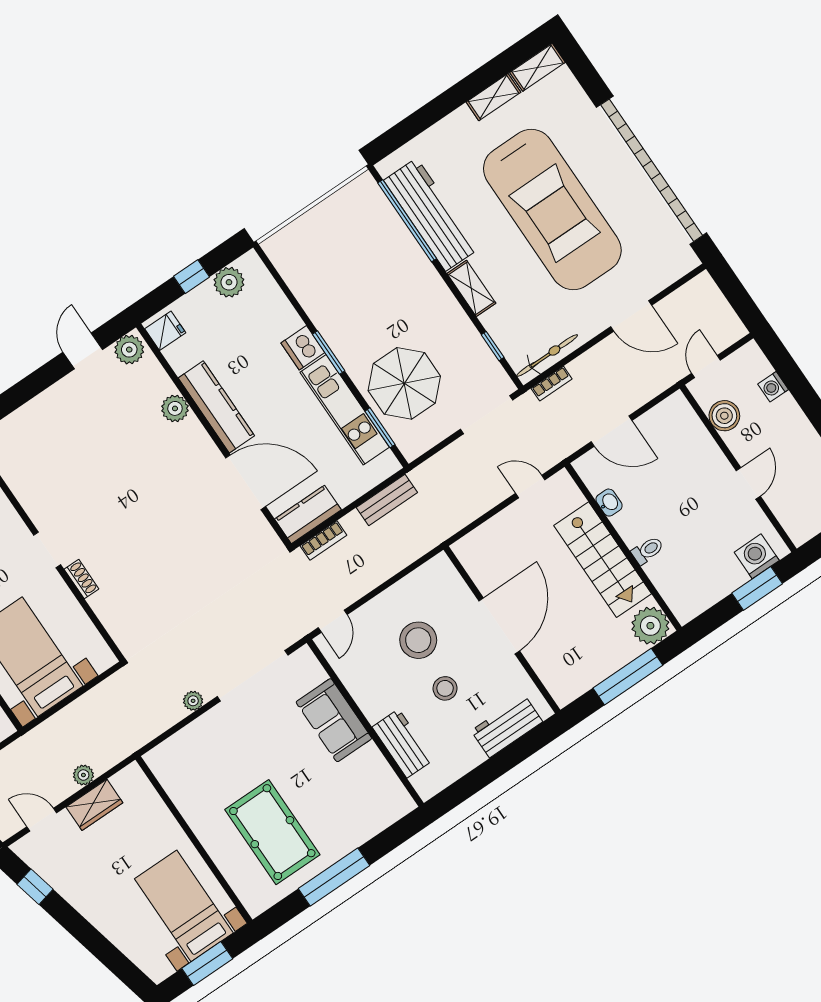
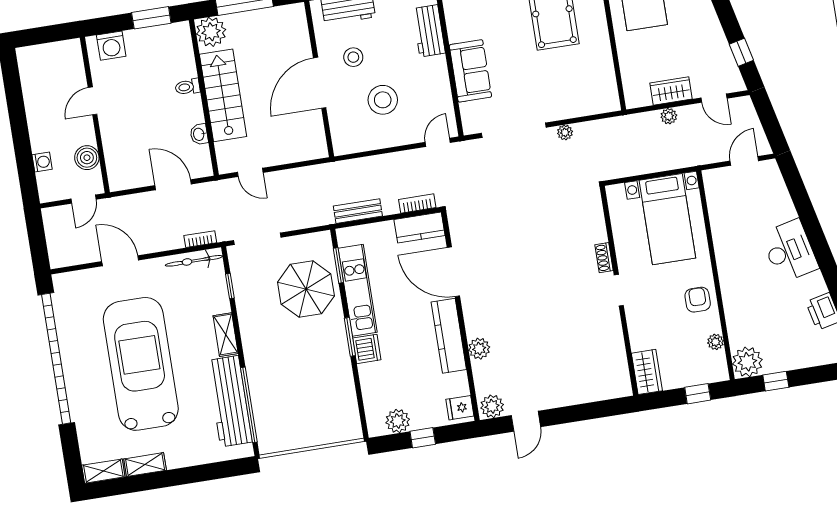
window: (757, 588) -> (151, 18), moved
stool: (445, 688) -> (353, 57), moved

